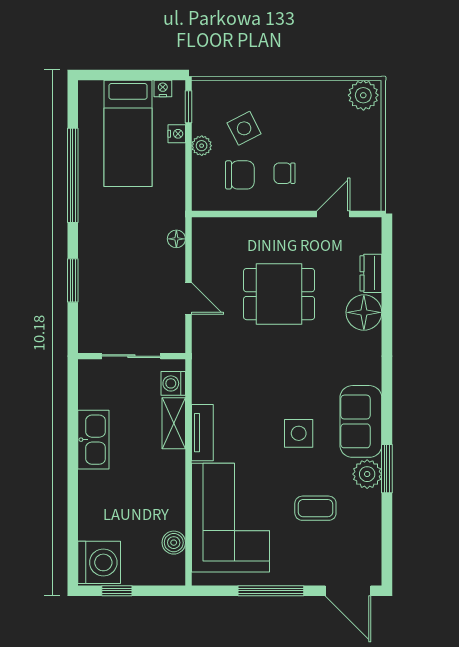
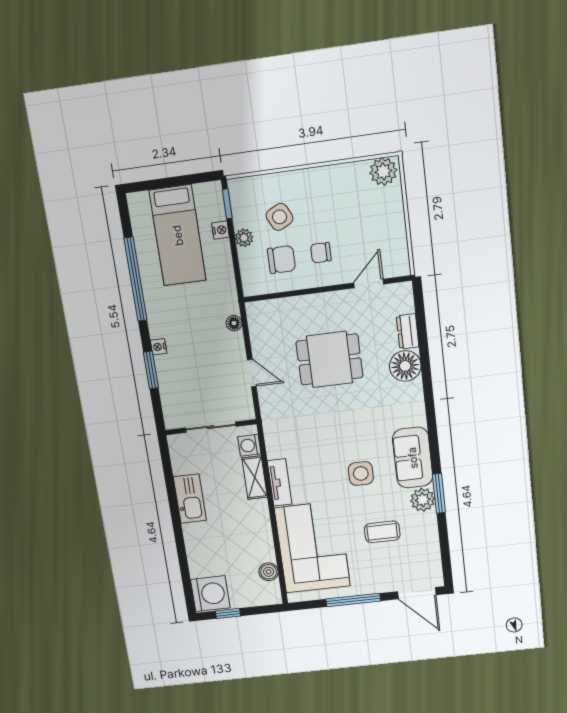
nightstand: (163, 88) -> (159, 347), moved, turned -90

